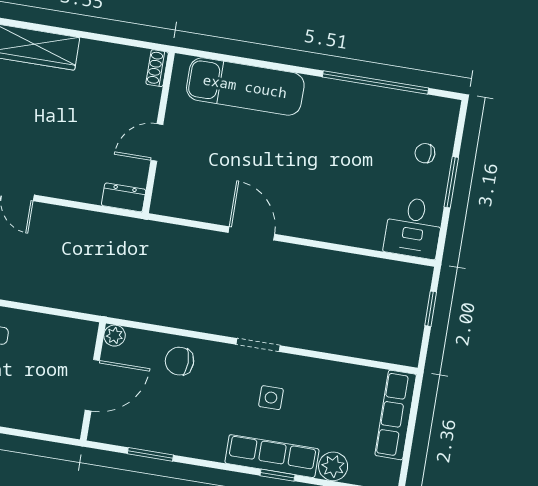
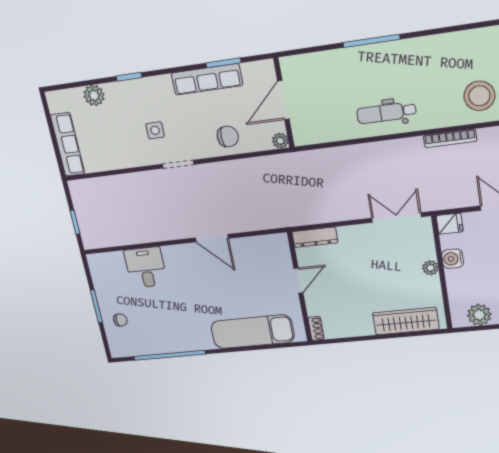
dresser: (124, 197) -> (315, 237), width x1.44
desk: (414, 227) -> (146, 267), moved
row of seats: (272, 456) -> (207, 79), moved

